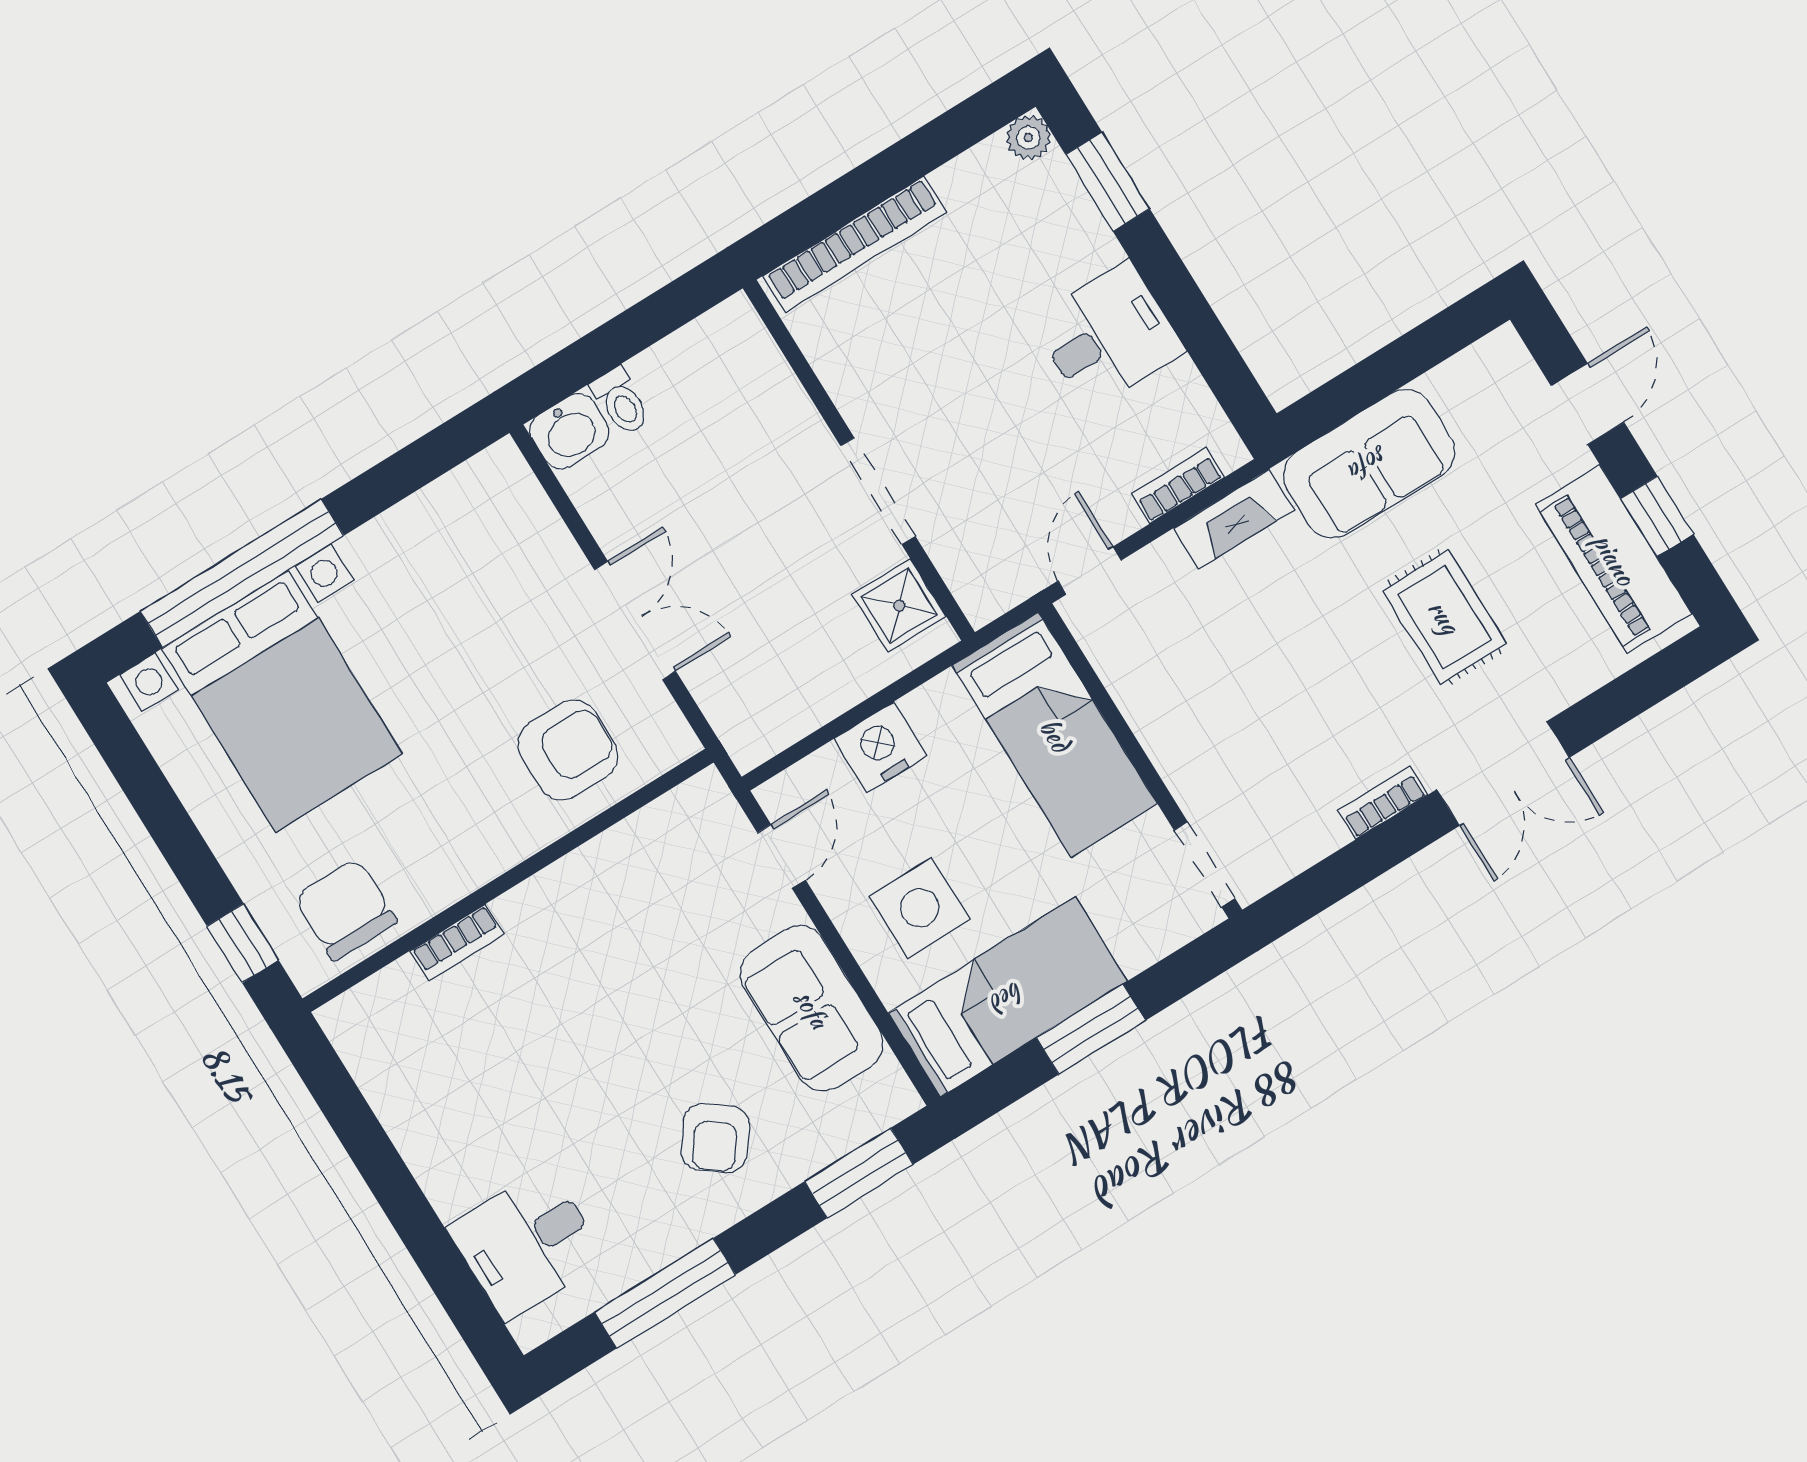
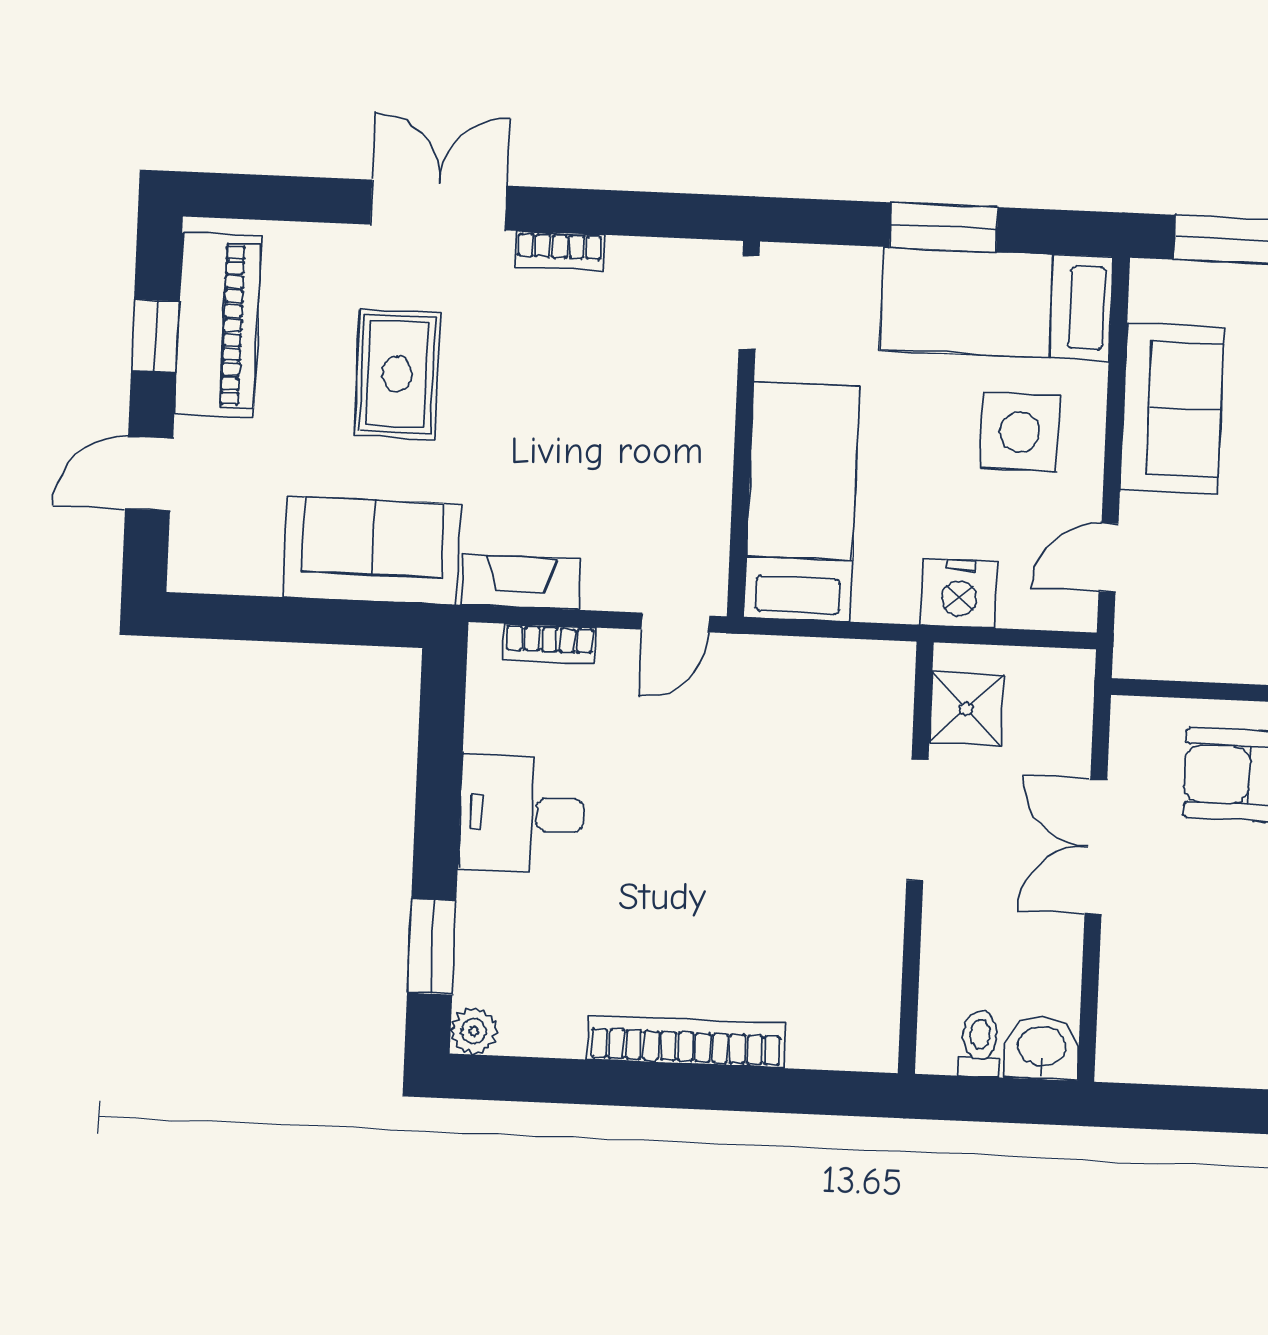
wall: (859, 460) -> (916, 858), moved
doorway: (878, 491) -> (917, 820), moved
shower: (899, 605) -> (966, 709), moved

